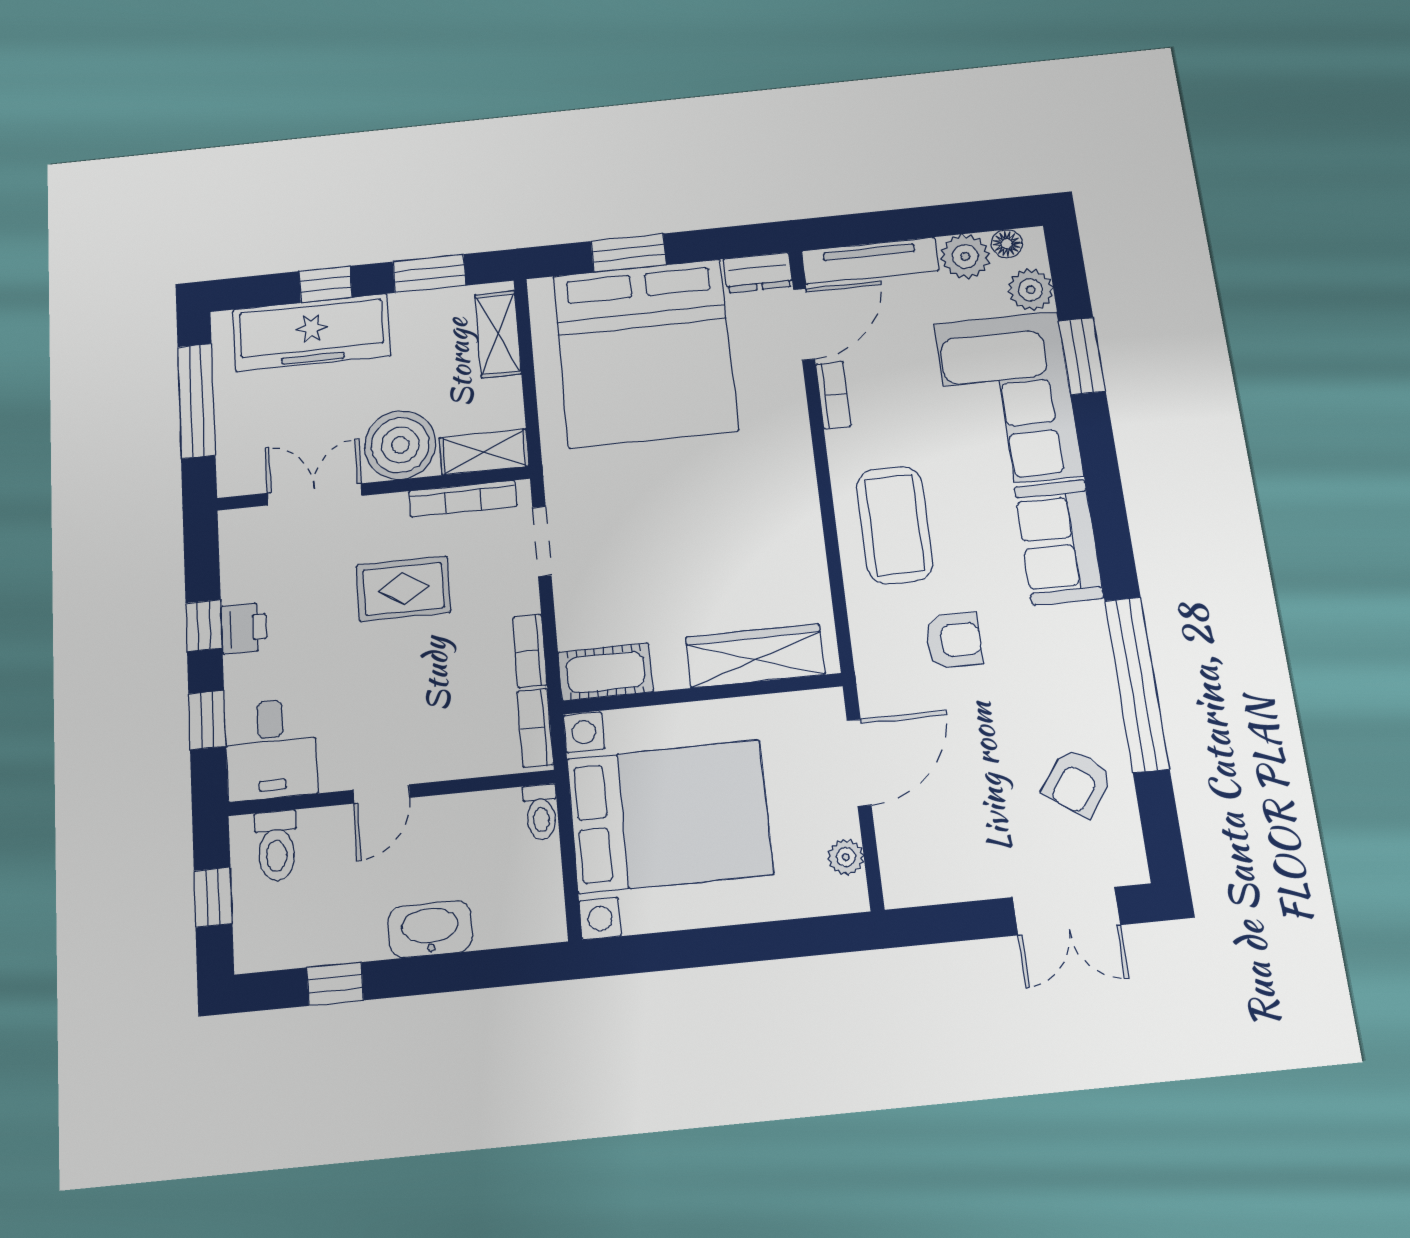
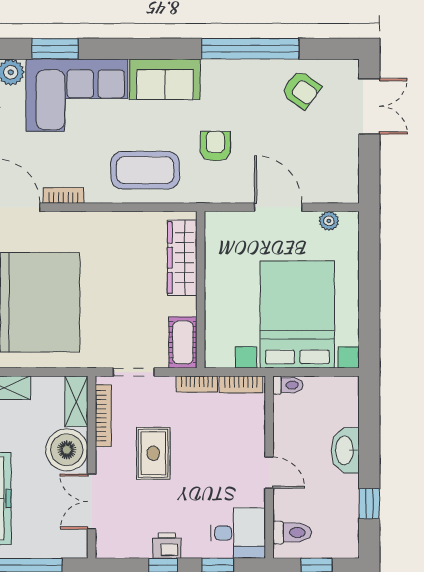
wardrobe: (755, 656) -> (182, 258), moved
cot: (605, 672) -> (183, 342), moved
wall: (702, 694) -> (201, 290), moved

